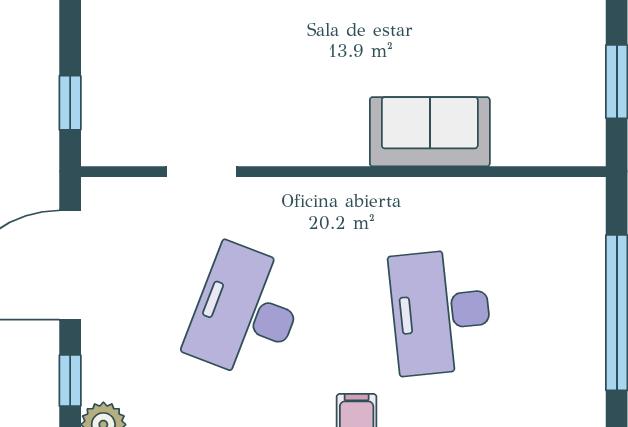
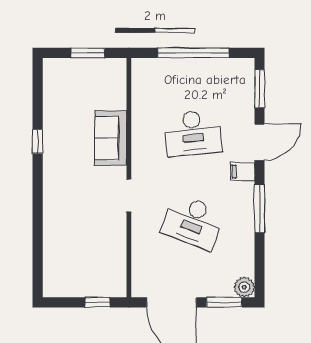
doorway: (202, 172) -> (129, 195), moved
window: (70, 381) -> (224, 302), width x1.50

